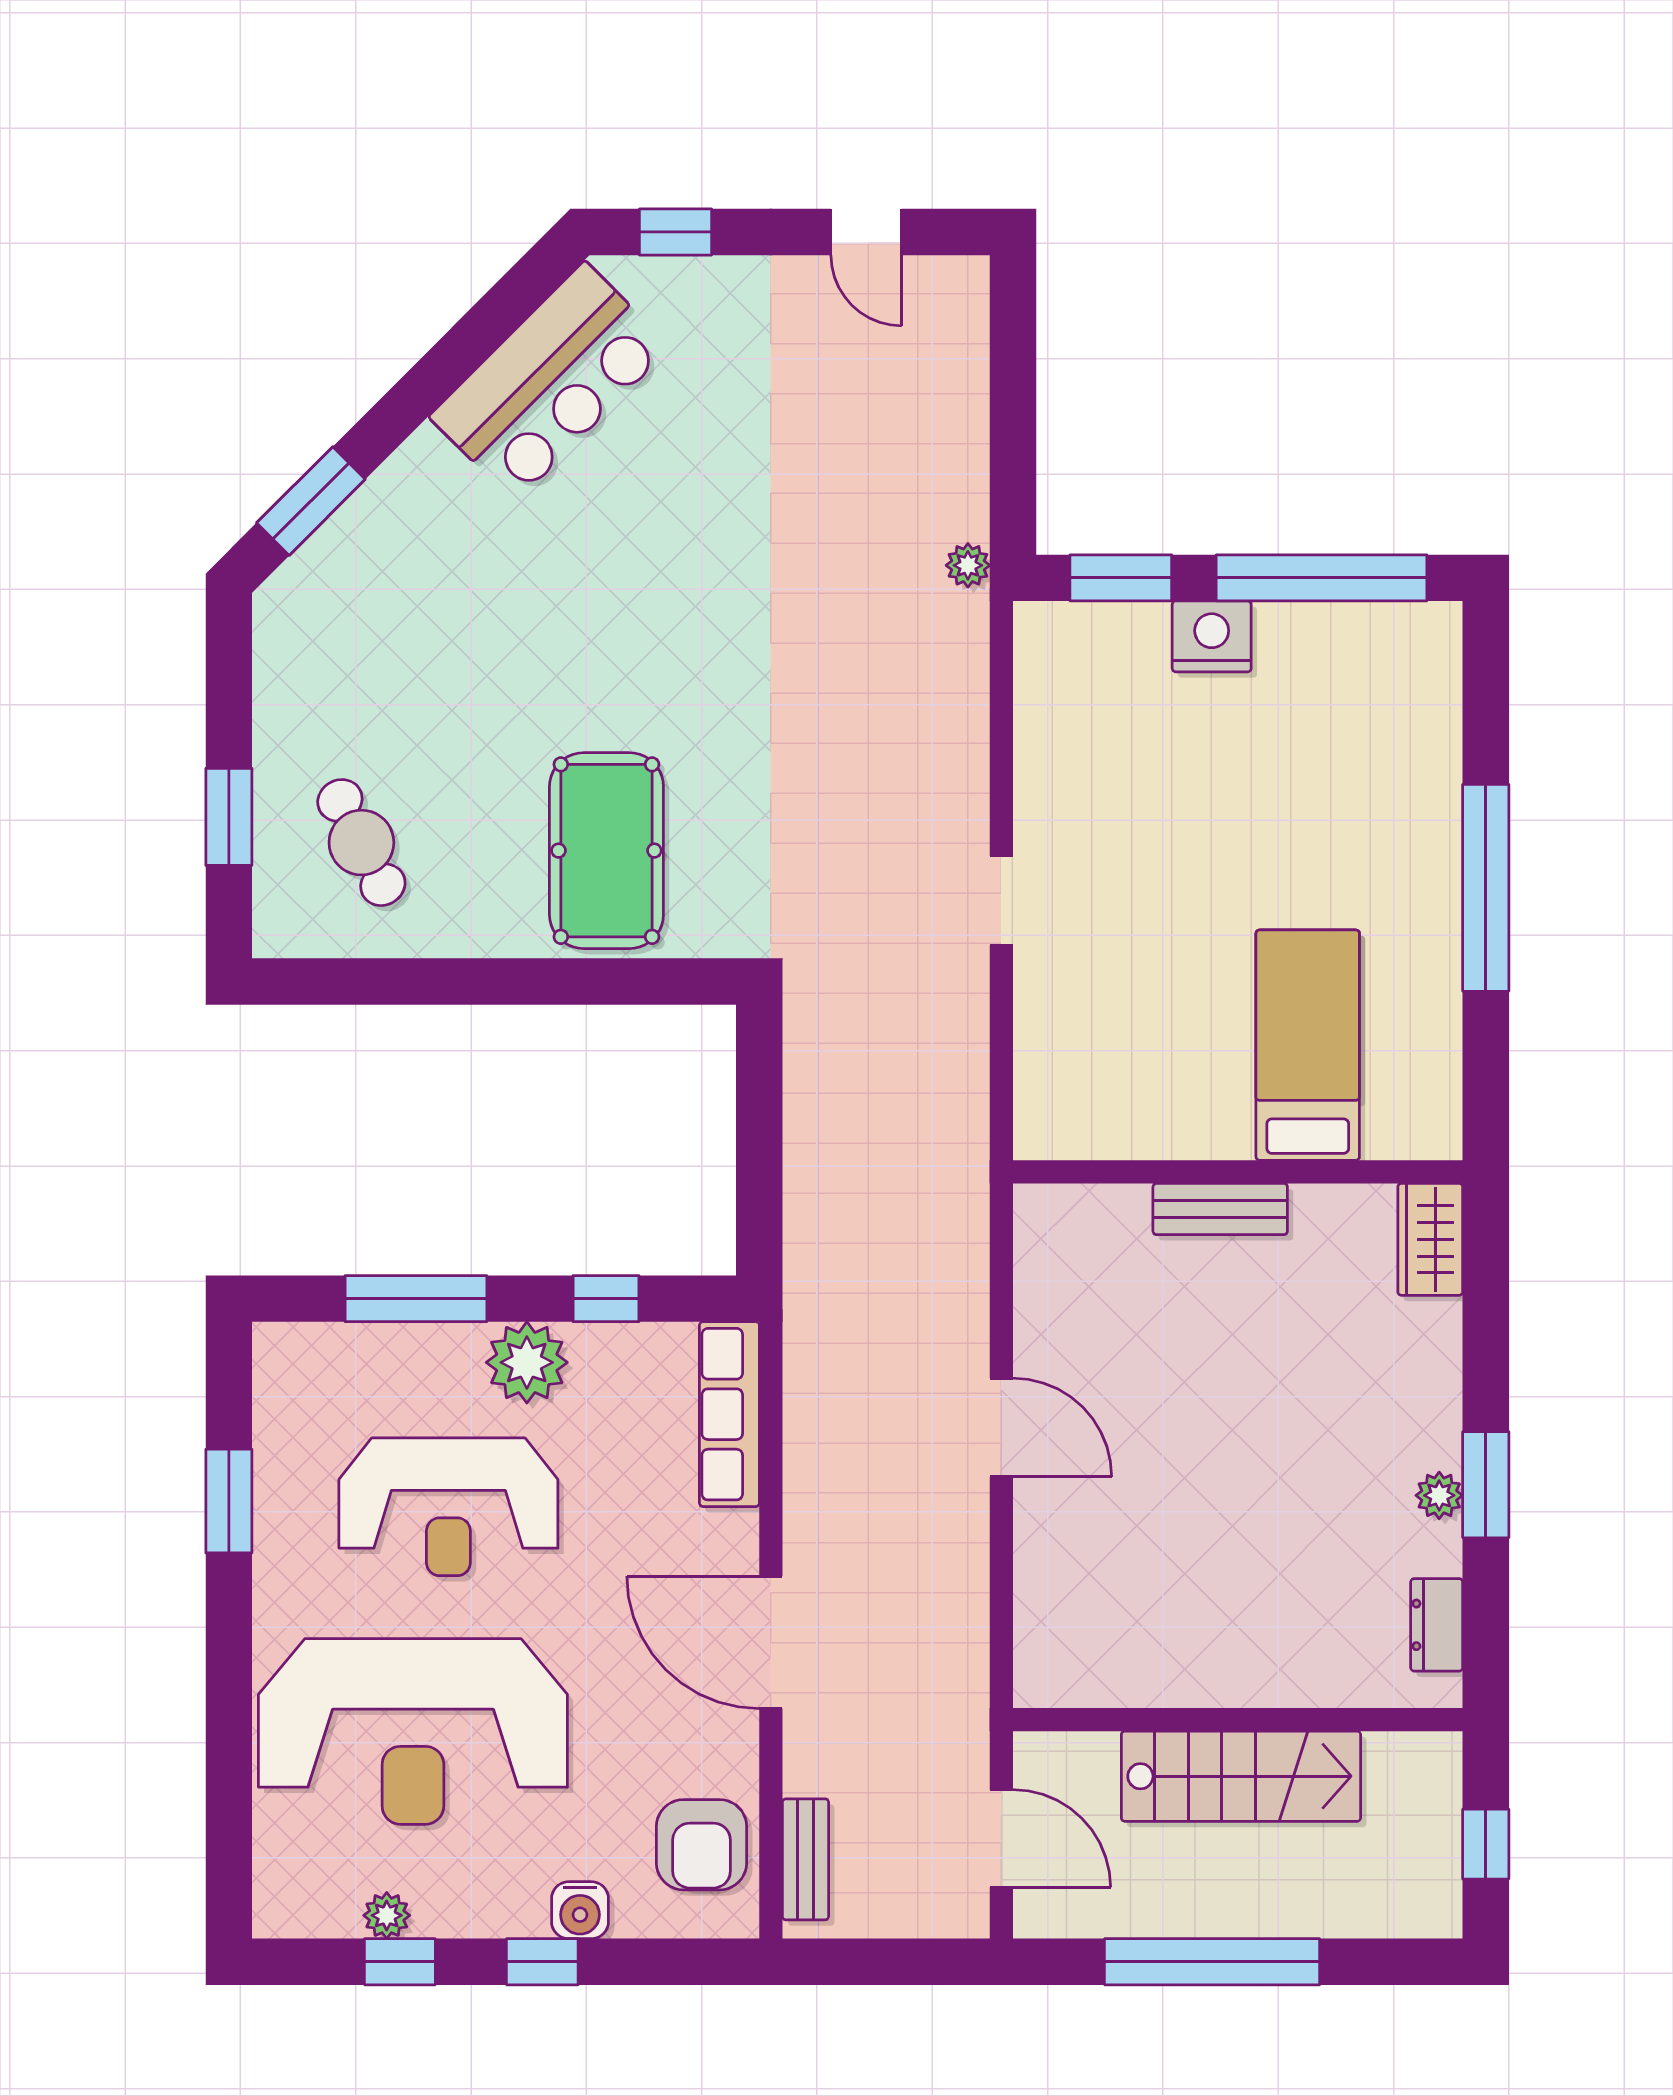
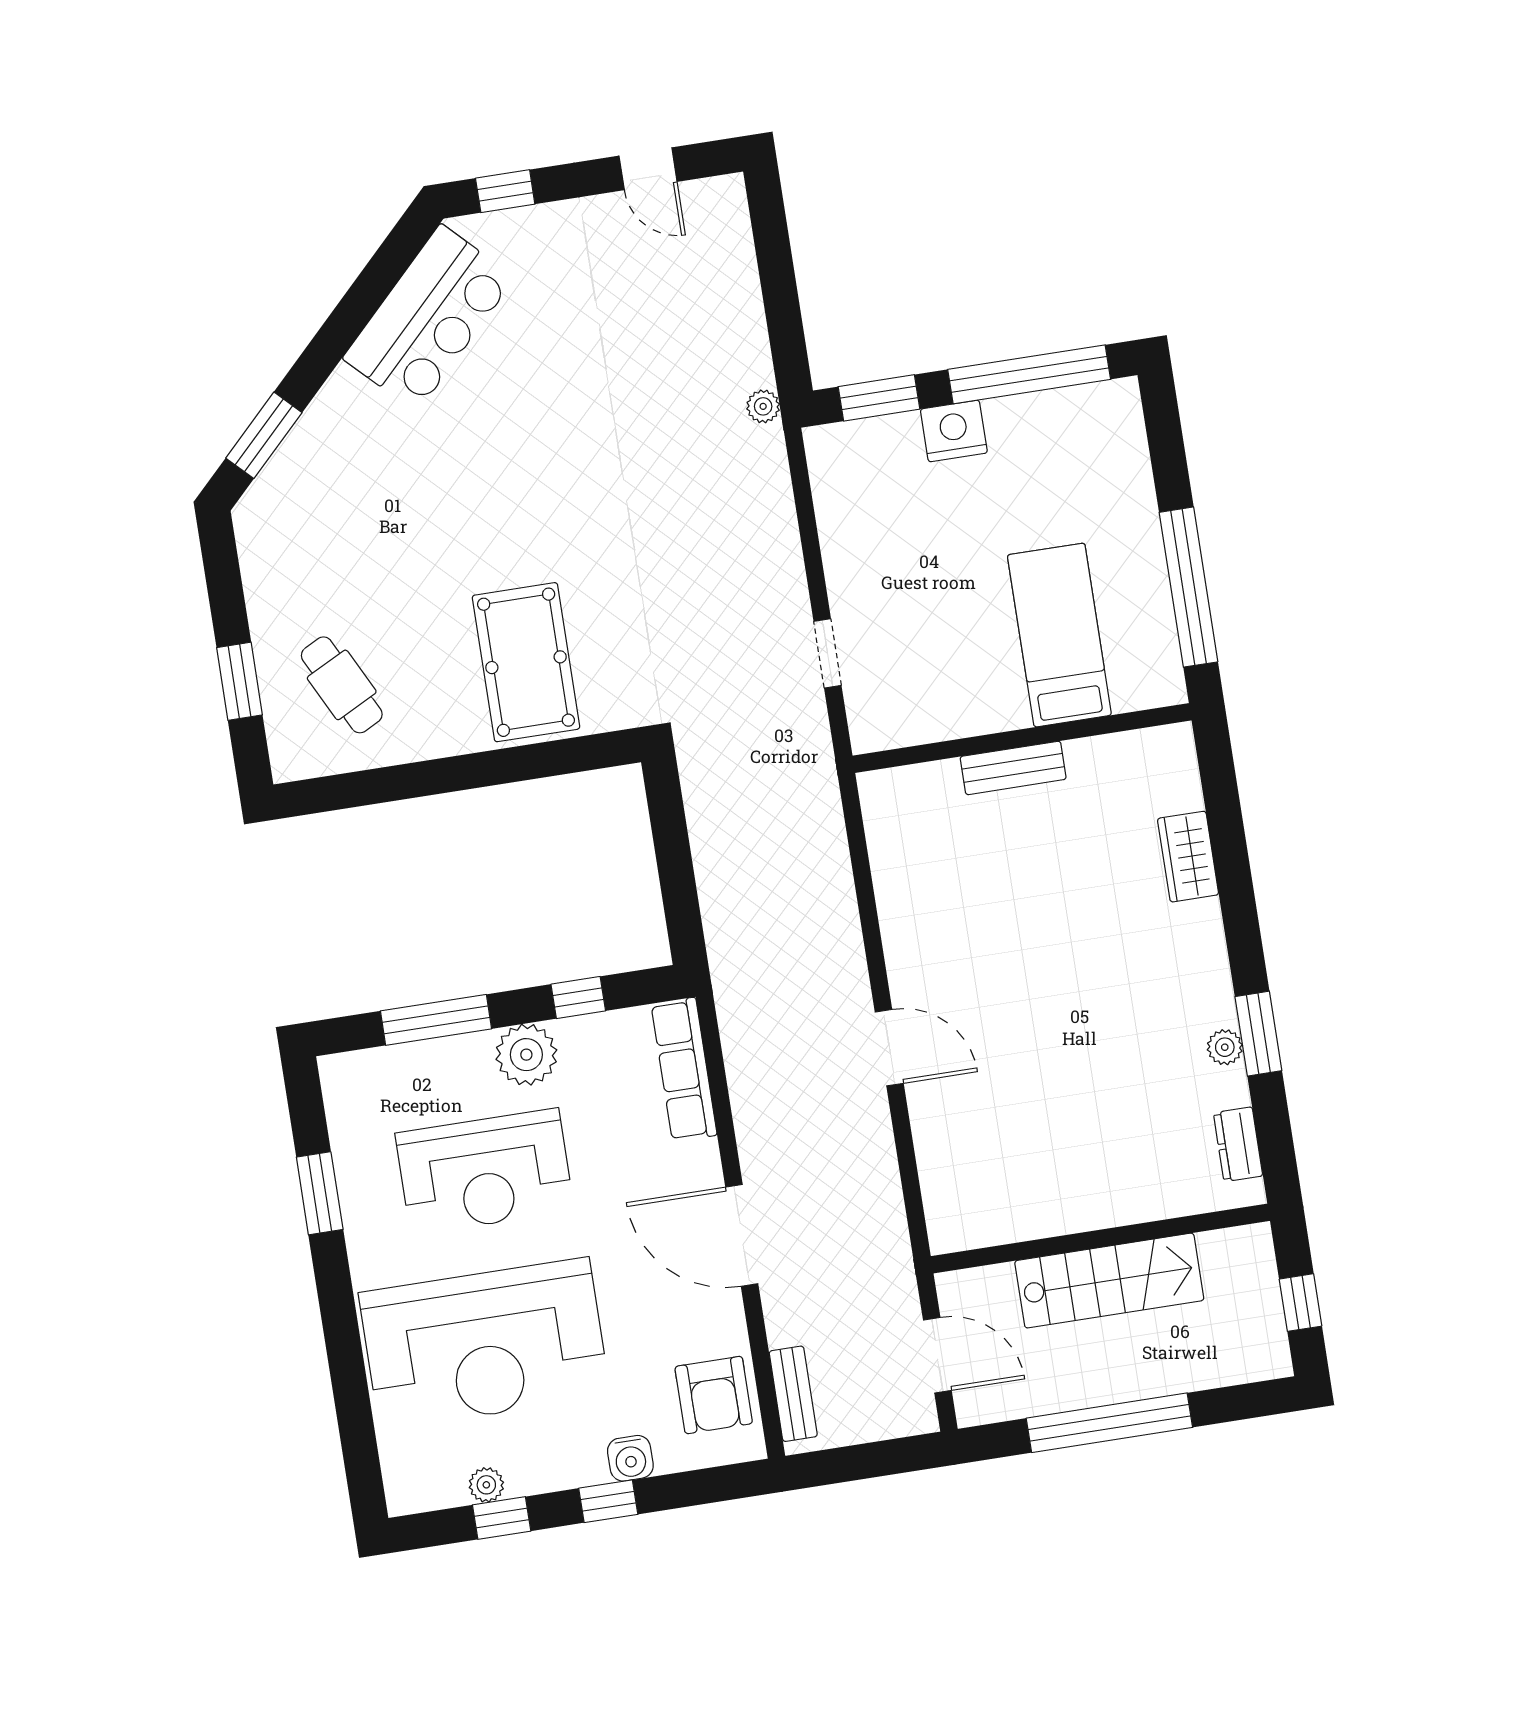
bed: (1308, 1045) -> (1059, 635), moved
wall: (1238, 1172) -> (1022, 738), moved
bench: (1220, 1209) -> (1013, 768), moved

